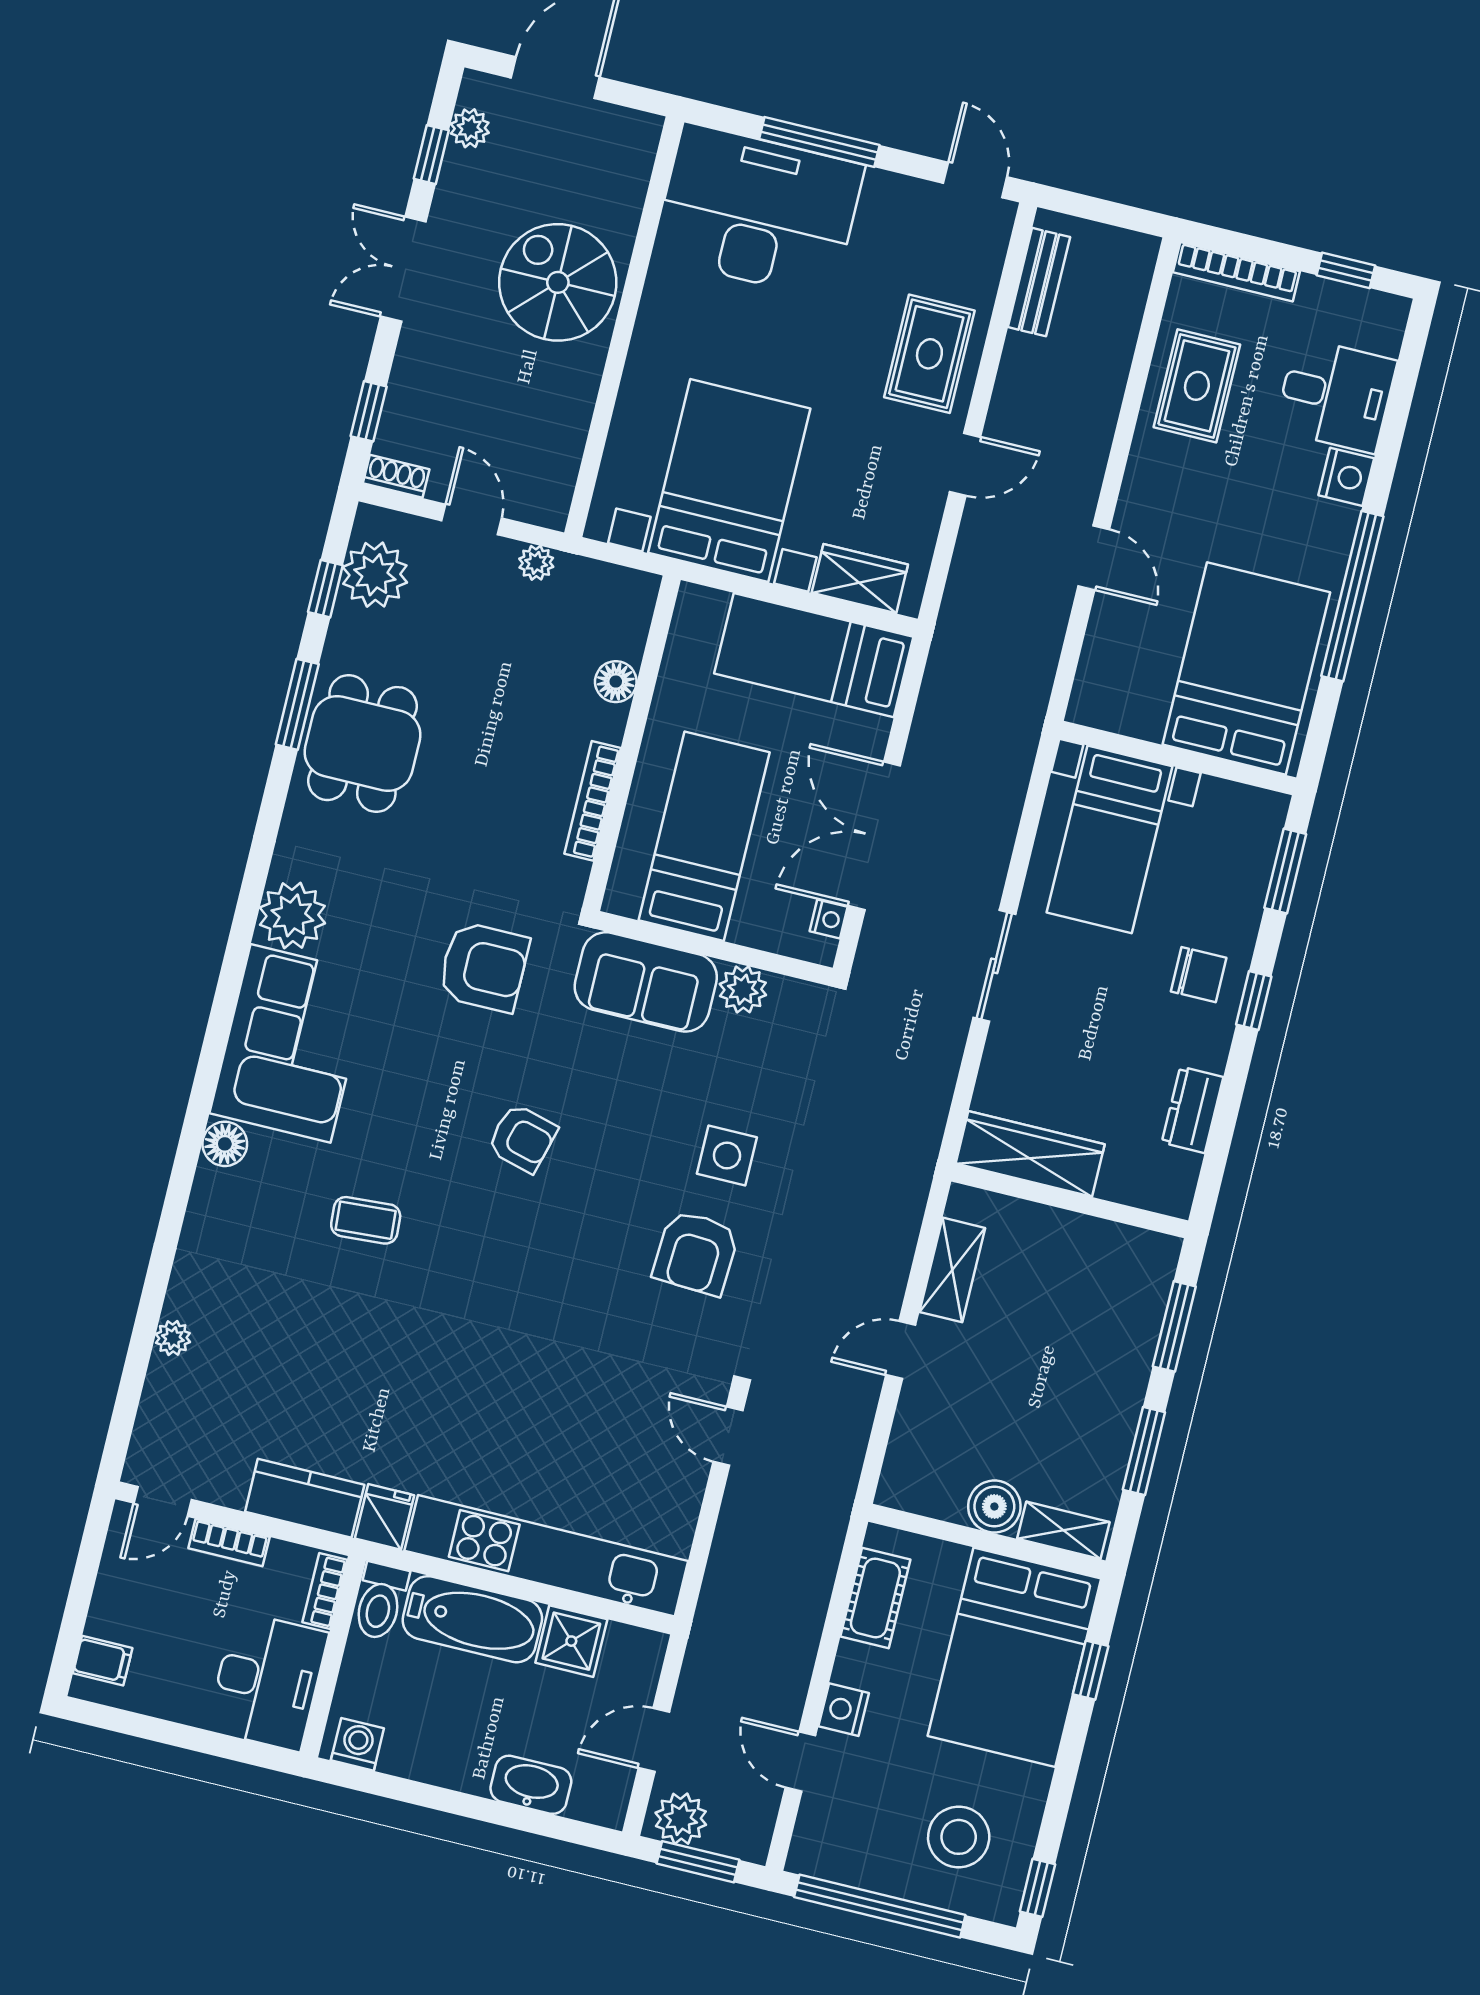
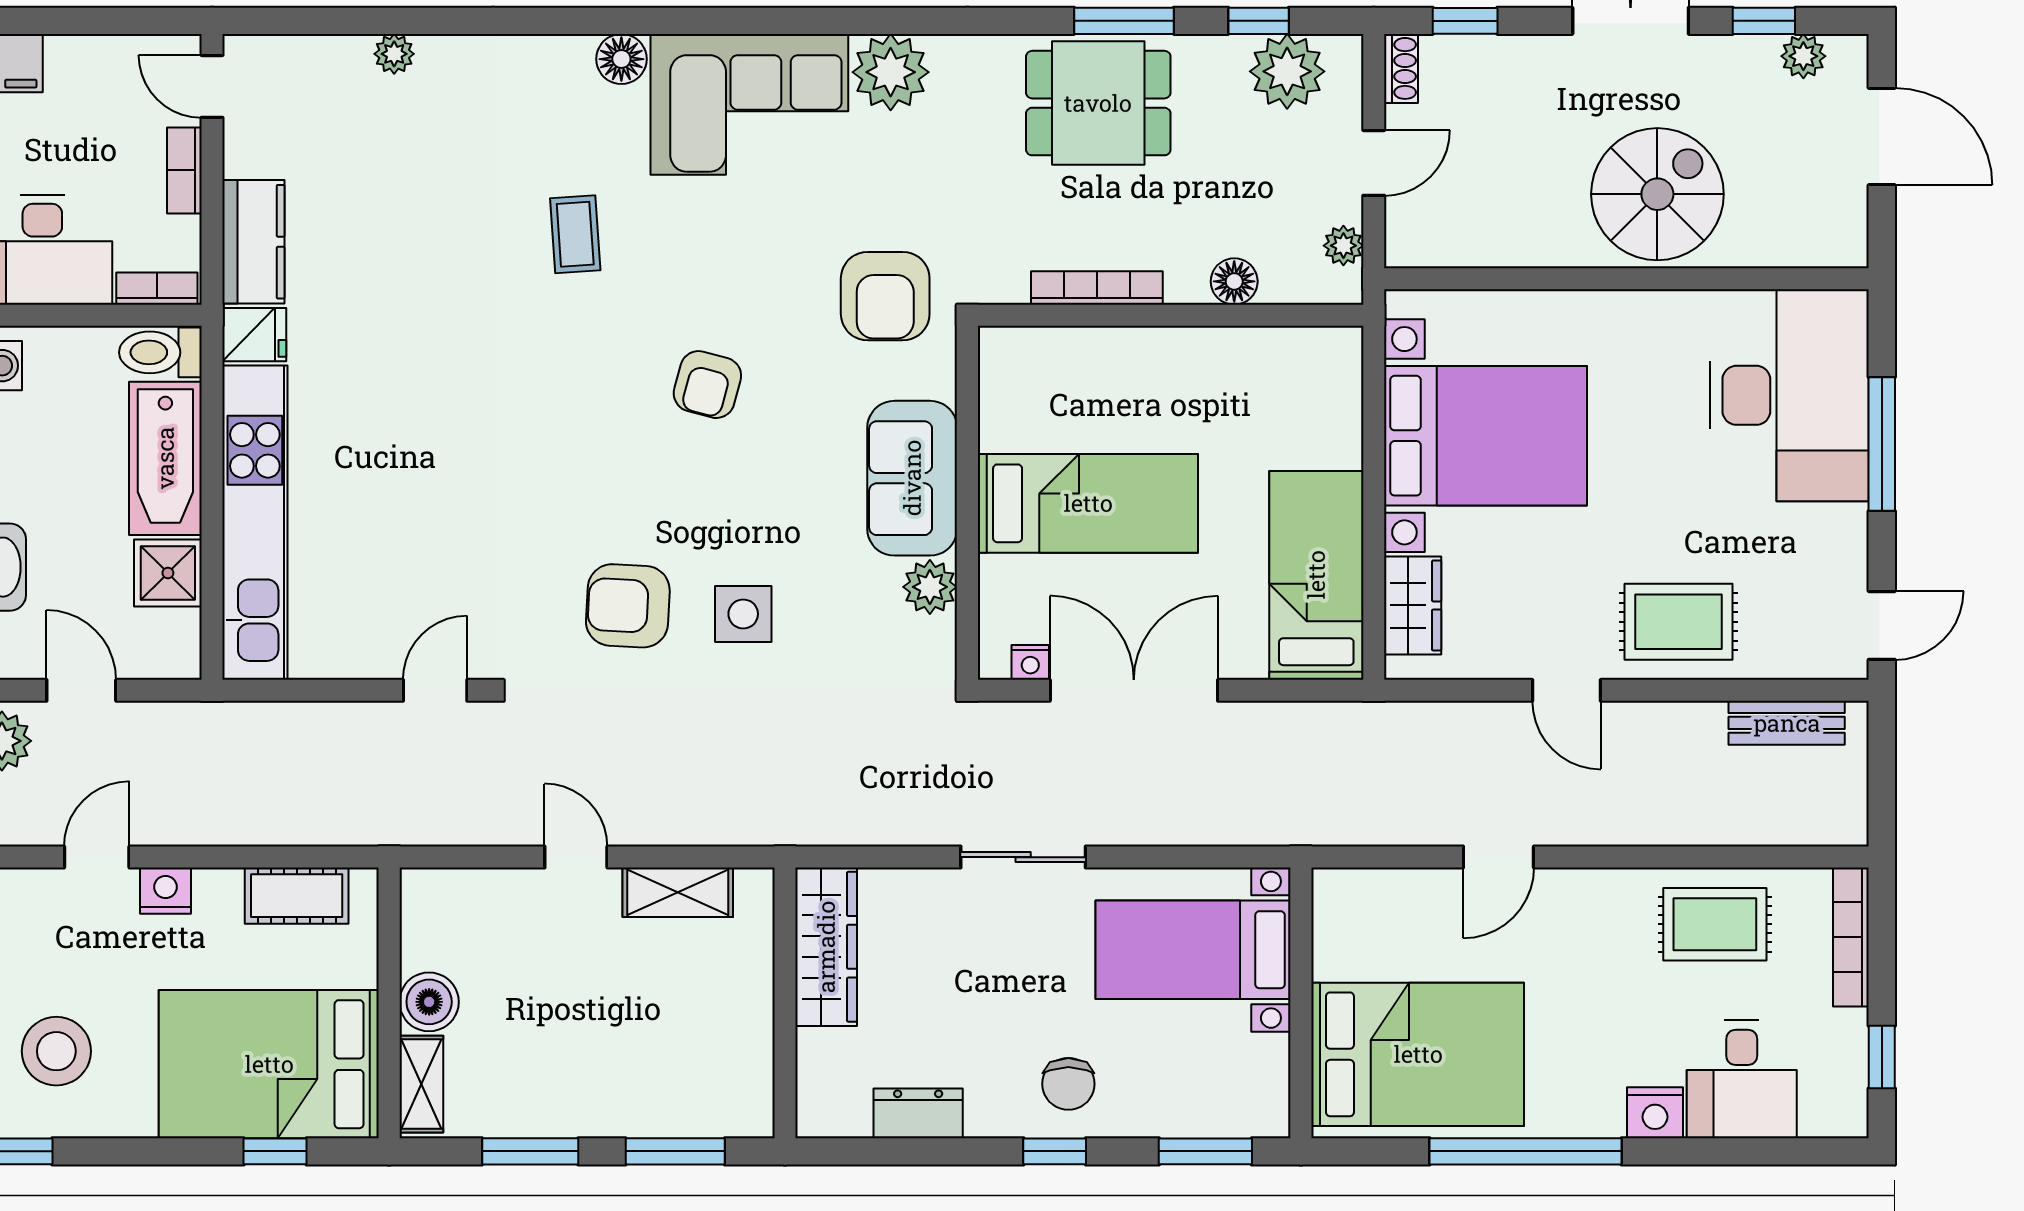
floor lamp: (616, 682) -> (1234, 281), moved
wall: (631, 743) -> (1171, 315), moved
bookcase: (593, 801) -> (1097, 288), moved

